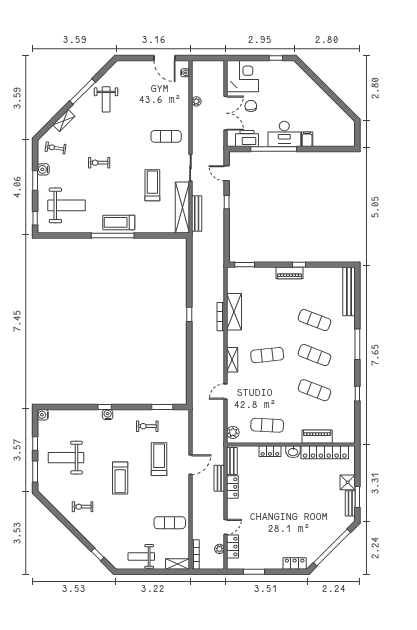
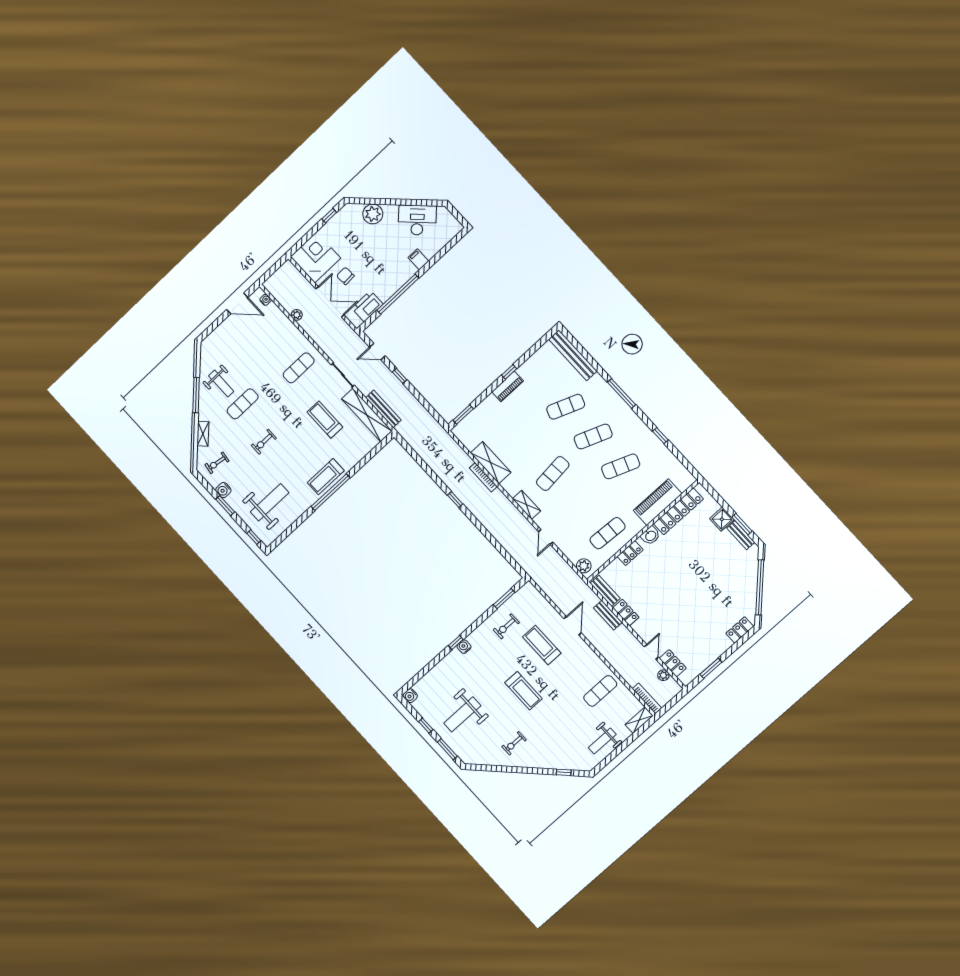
plant: (305, 83) -> (373, 214), added
exercise mat: (108, 126) -> (243, 404), added
desk: (284, 134) -> (417, 220), moved, turned -135
piano: (317, 437) -> (658, 502), width x1.37, depth x1.33

